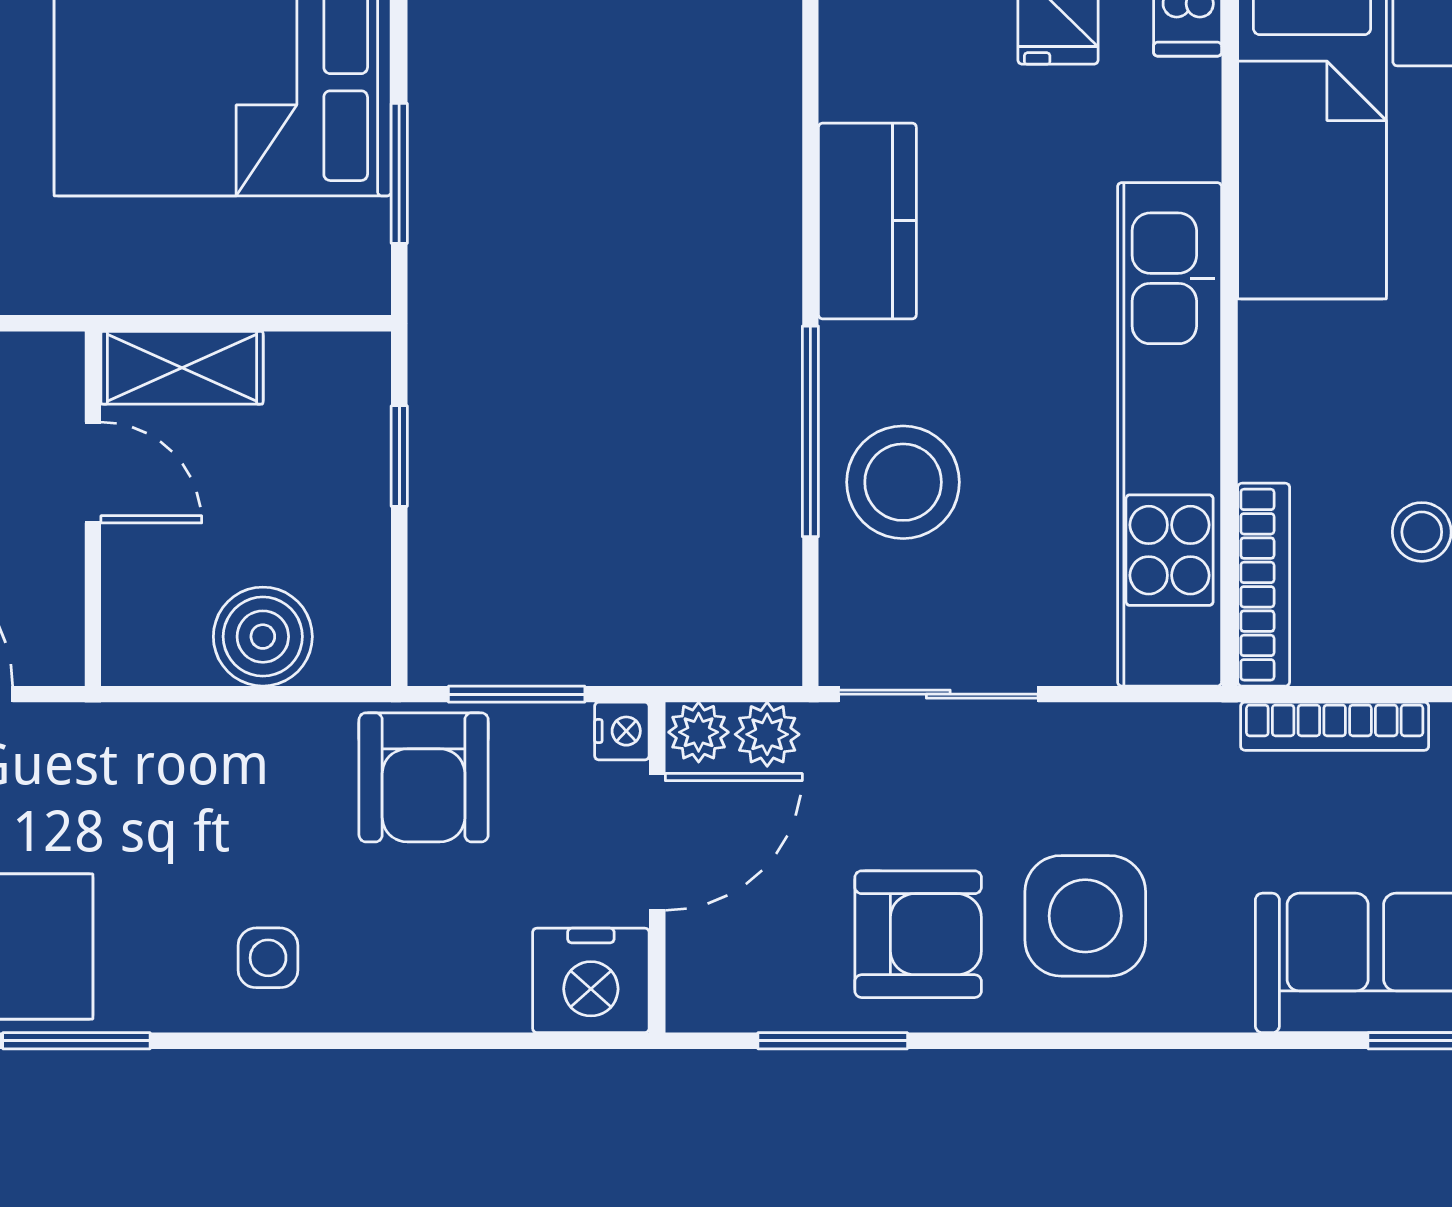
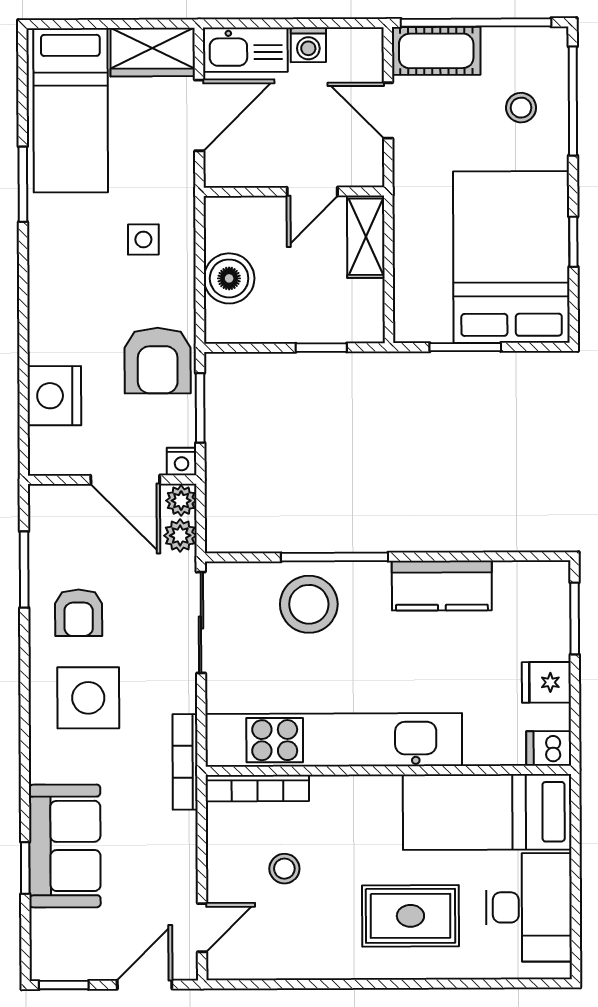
bookcase: (1335, 726) -> (185, 762), moved
armchair: (424, 777) -> (158, 361), turned -90
armchair: (918, 934) -> (79, 613), width x0.72, depth x0.72
side table: (268, 958) -> (143, 239), moved
nightstand: (591, 980) -> (54, 396), moved

